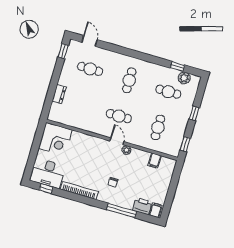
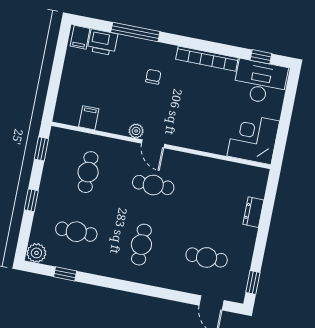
plant: (184, 78) -> (36, 253), moved

